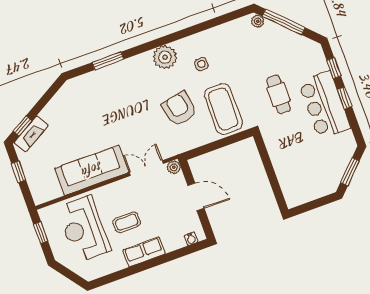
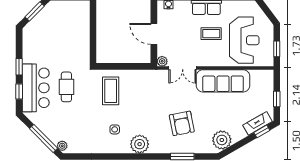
plant: (67, 98) -> (222, 140), added
bar counter: (324, 105) -> (36, 88), moved
armchair: (179, 109) -> (182, 123), moved
coffee table: (223, 109) -> (111, 91), width x0.73, depth x0.76

